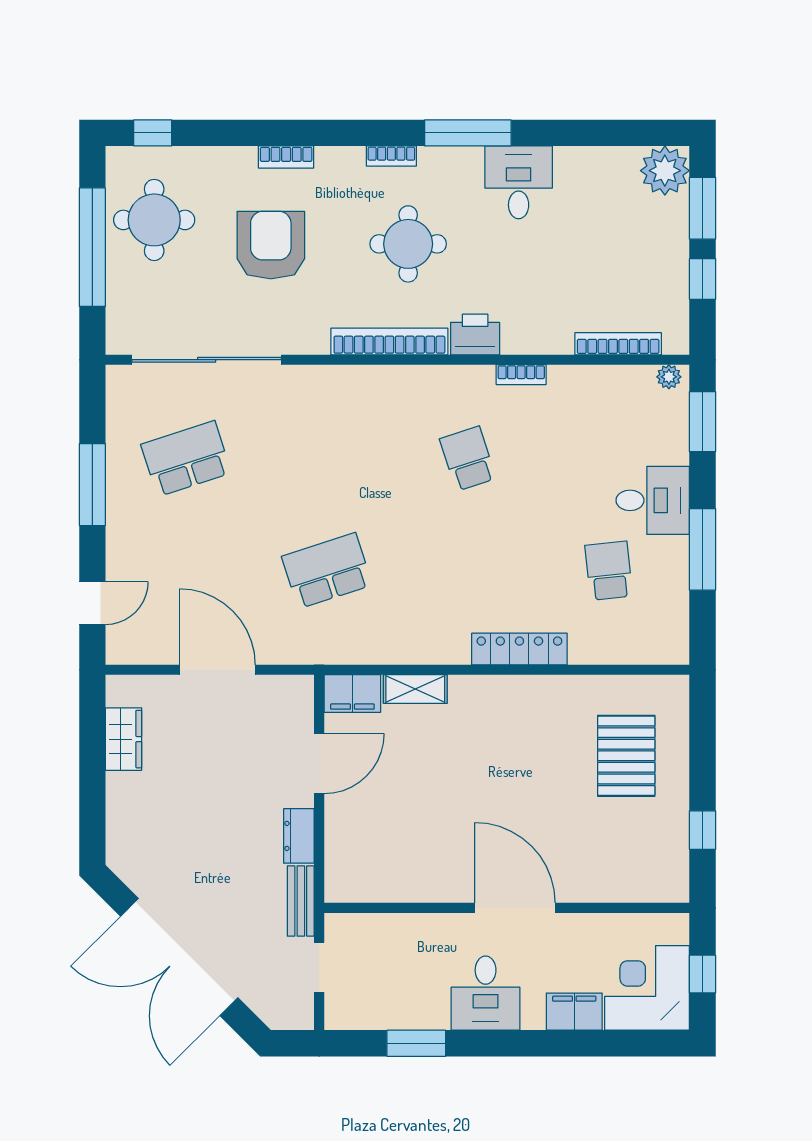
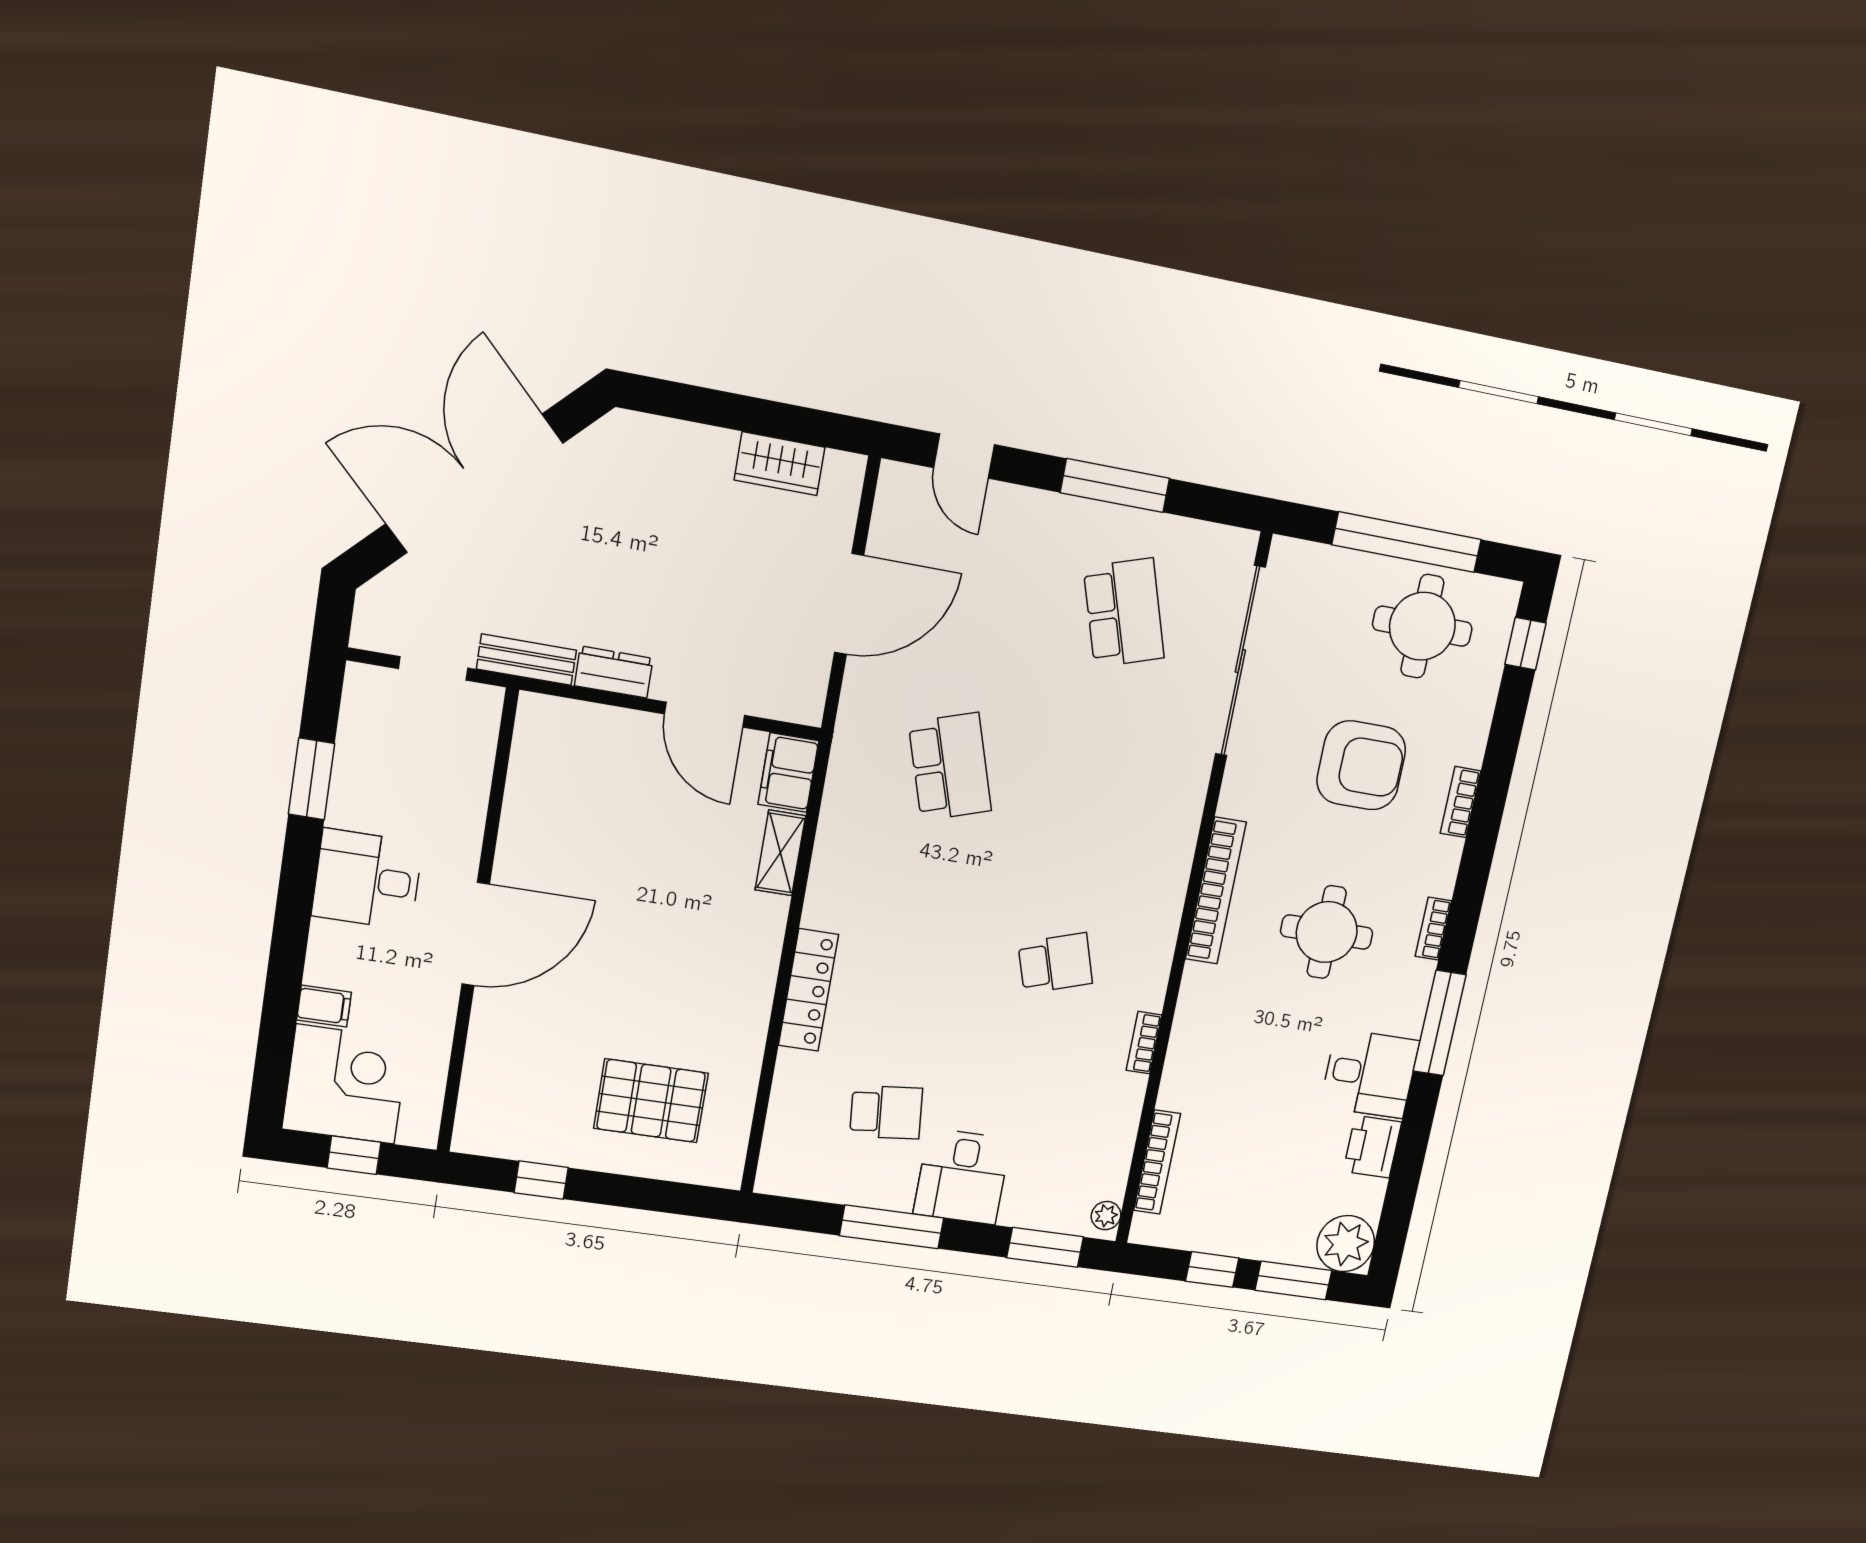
printer: (475, 335) -> (1372, 1147), moved, turned 180
filing cabinet: (574, 1012) -> (324, 1006), width x0.50

